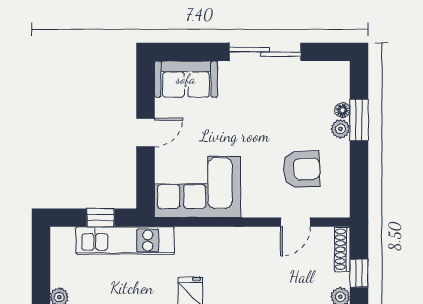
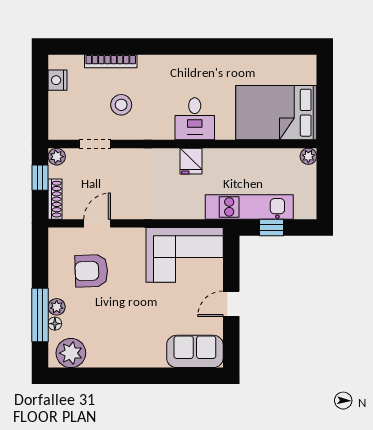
sliding door: (265, 52) -> (124, 376), removed
plant: (325, 77) -> (71, 353), added
window: (359, 120) -> (40, 315), width x1.44

